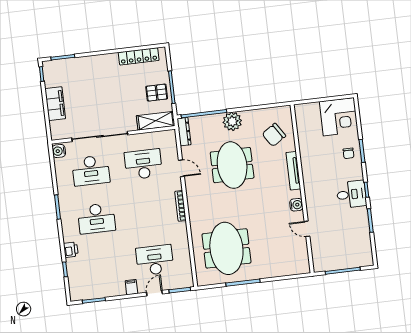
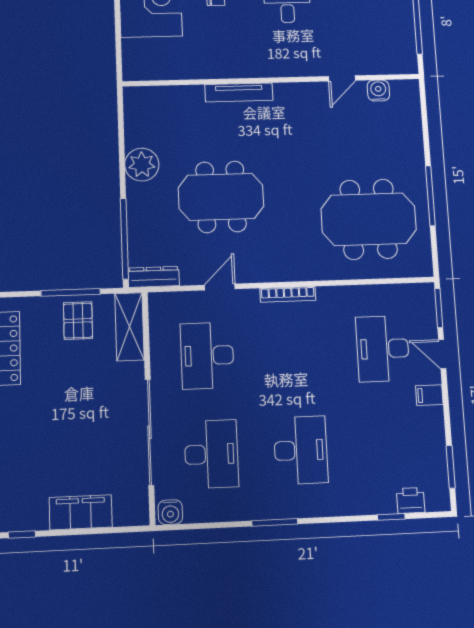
plant: (232, 121) -> (142, 165), moved
chair: (274, 135) -> (173, 120), removed
water cooler: (296, 205) -> (378, 90), moved
printer: (71, 250) -> (411, 500), moved

